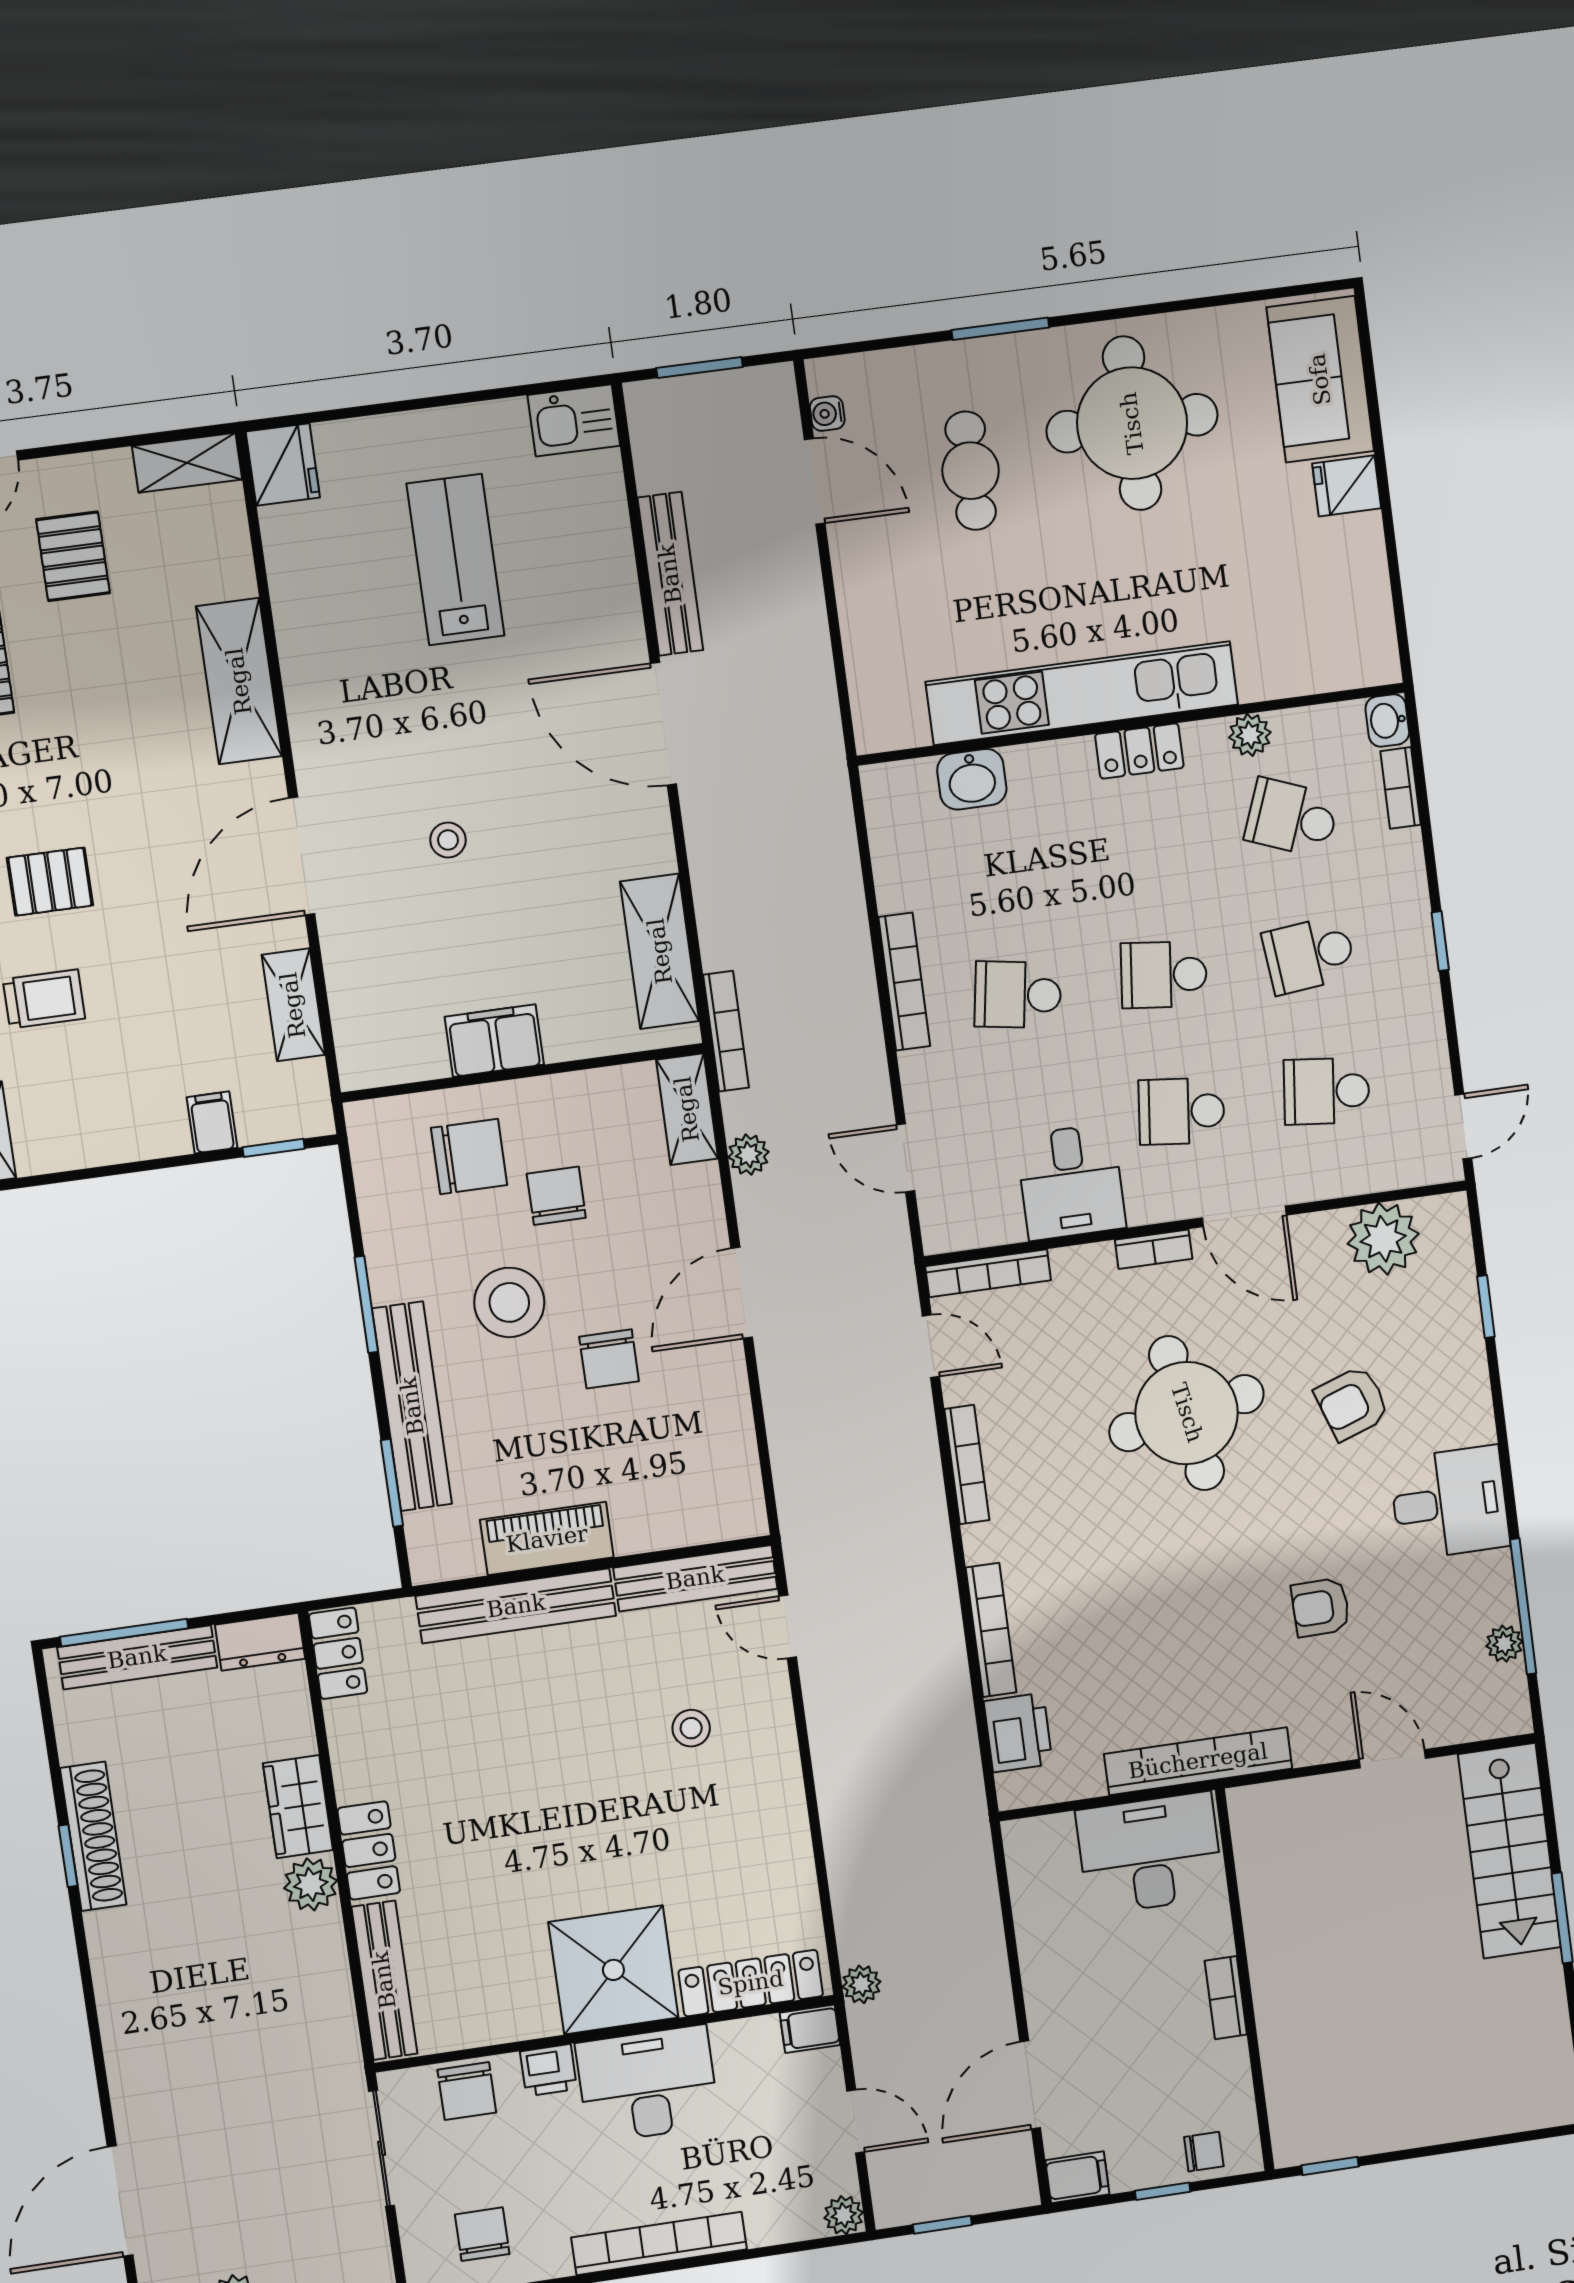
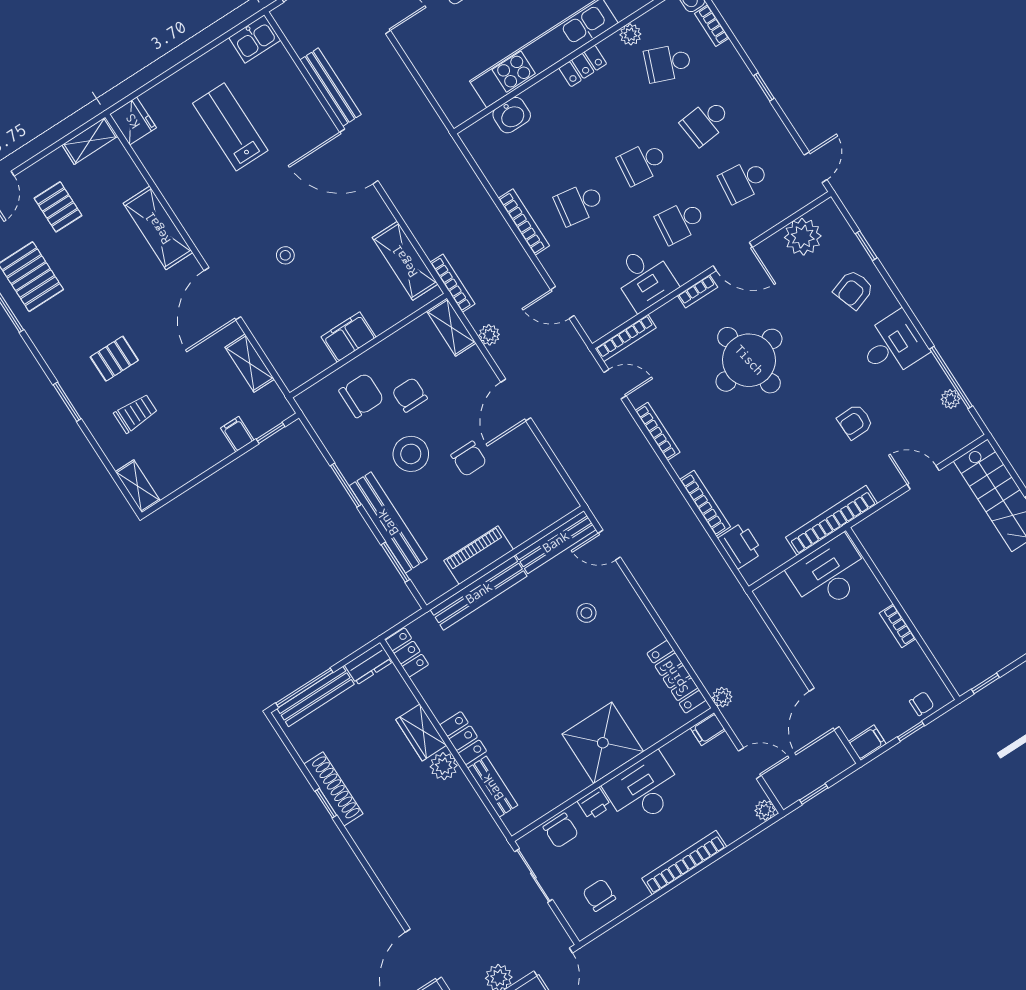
armchair: (1352, 1403) -> (854, 290), moved
bench: (384, 1980) -> (493, 787), width x0.73
locker: (751, 1983) -> (676, 677), moved, turned -90

